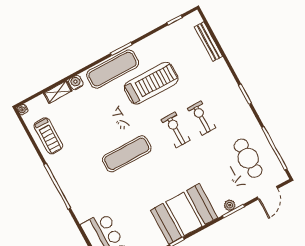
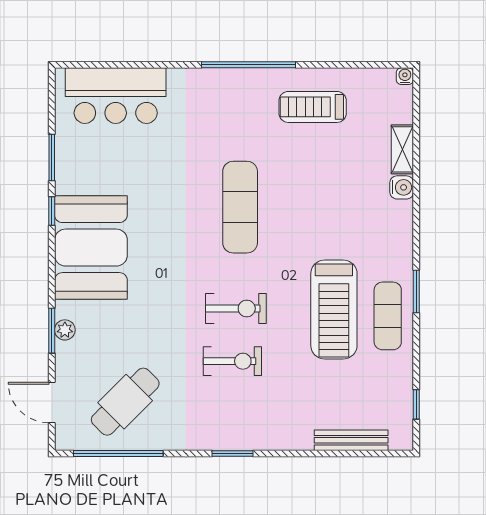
exercise mat: (113, 69) -> (388, 316), moved, width x0.73, depth x0.69
treadmill: (48, 136) -> (313, 107), moved
cafe table: (248, 158) -> (125, 402), turned -45

